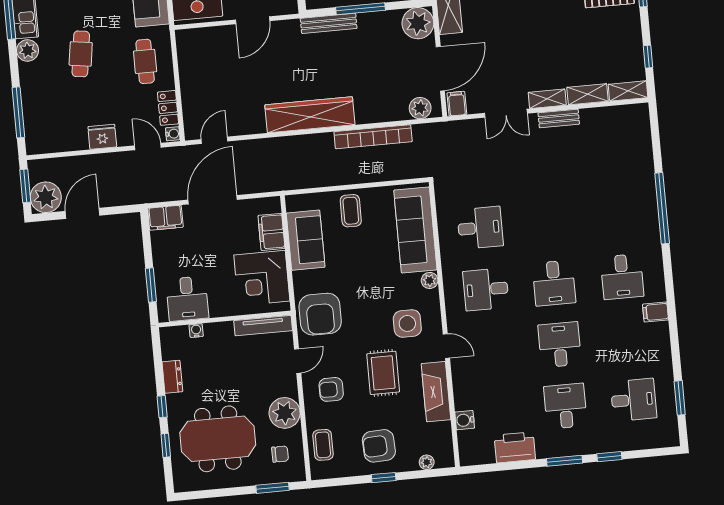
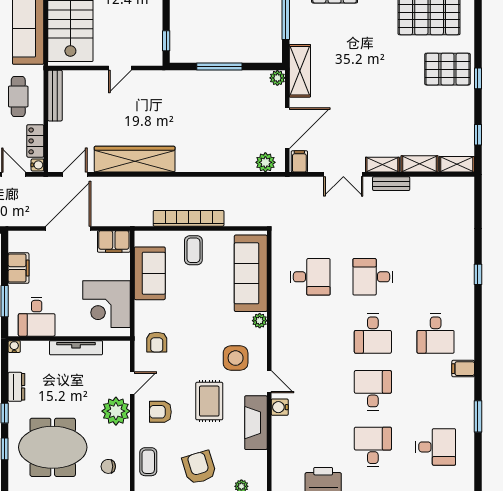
door: (253, 20) -> (120, 68), width x0.73
bench: (329, 23) -> (55, 96), moved, turned 90
plant: (418, 23) -> (277, 78), width x0.53, depth x0.53
wardrobe: (310, 115) -> (135, 159), moved
bookcase: (373, 137) -> (189, 218), moved, turned 180
window: (662, 208) -> (478, 274), width x0.32
filing cabinet: (165, 218) -> (18, 268), moved, turned -90
filing cabinet: (271, 232) -> (114, 241), moved, turned -90
desk: (486, 289) -> (373, 277), moved
armchair: (320, 314) -> (157, 342), width x0.53, depth x0.53
tv unit: (263, 326) -> (76, 348), moved
water cooler: (196, 331) -> (14, 347), moved
window: (680, 398) -> (478, 416), moved
plant: (285, 413) -> (116, 411), moved
water cooler: (465, 420) -> (280, 407), moved
armchair: (379, 446) -> (199, 467), turned 76
chair: (280, 454) -> (108, 466), turned 180

